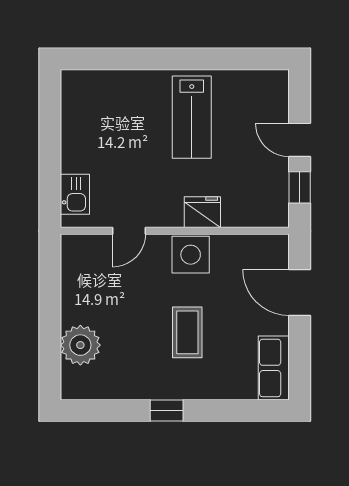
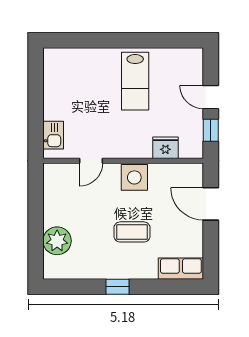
fridge: (202, 212) -> (165, 148), moved
coffee table: (187, 332) -> (132, 232), turned 90
row of seats: (274, 368) -> (181, 269), moved, turned 90

